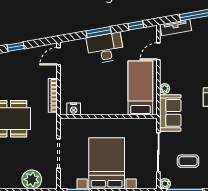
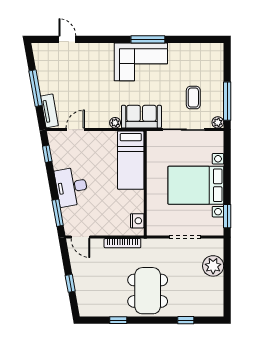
window: (99, 32) -> (58, 213), moved
door: (158, 51) -> (75, 130), swing flipped
bed: (140, 88) -> (131, 160), moved, turned -90

